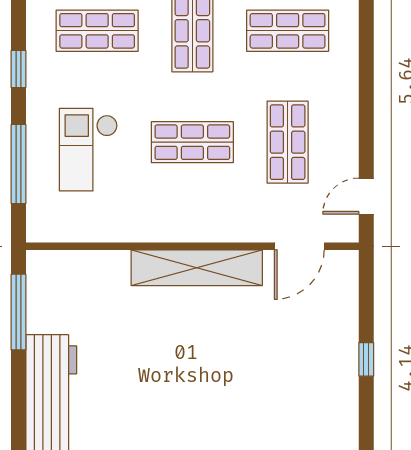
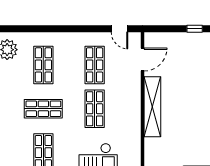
shop shelf: (288, 142) -> (95, 65), turned 90
door: (299, 246) -> (143, 60), hinge flipped

